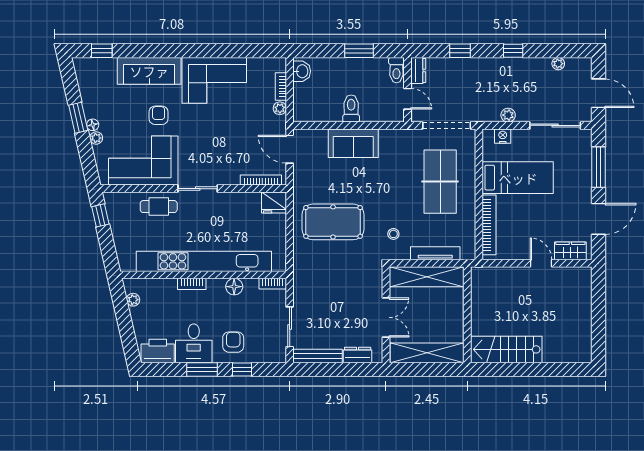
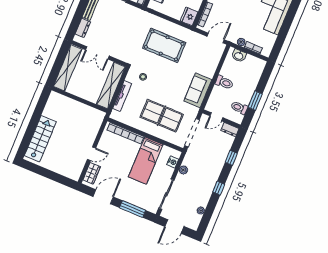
toilet: (396, 70) -> (239, 108), moved
washbasin: (302, 71) -> (239, 56), moved
sofa: (353, 143) -> (198, 90), moved
door: (598, 219) -> (103, 197), swing flipped
pool table: (333, 222) -> (164, 45), turned 90
stairs: (506, 349) -> (40, 139), moved

